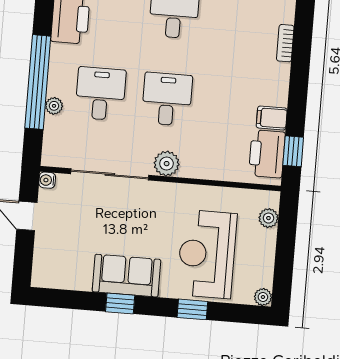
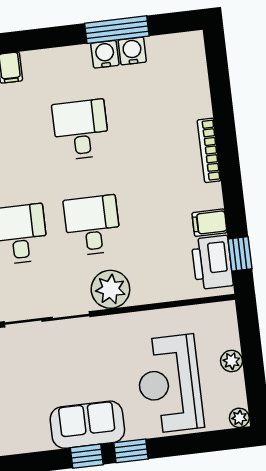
bookcase: (285, 43) -> (209, 150), width x1.56
plant: (167, 164) -> (110, 289), width x1.36, depth x1.36
plant: (268, 218) -> (232, 361), moved
window: (192, 309) -> (131, 451), moved

